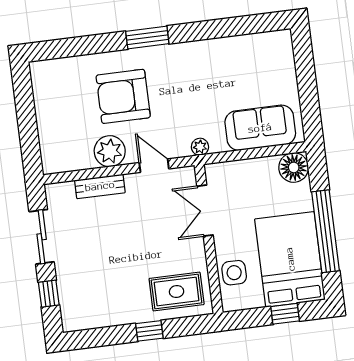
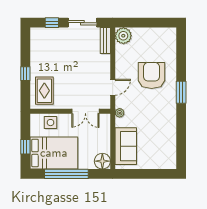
plant: (110, 151) -> (123, 36), moved
bench: (100, 186) -> (105, 41), moved
double door: (205, 211) -> (85, 111), swing flipped

